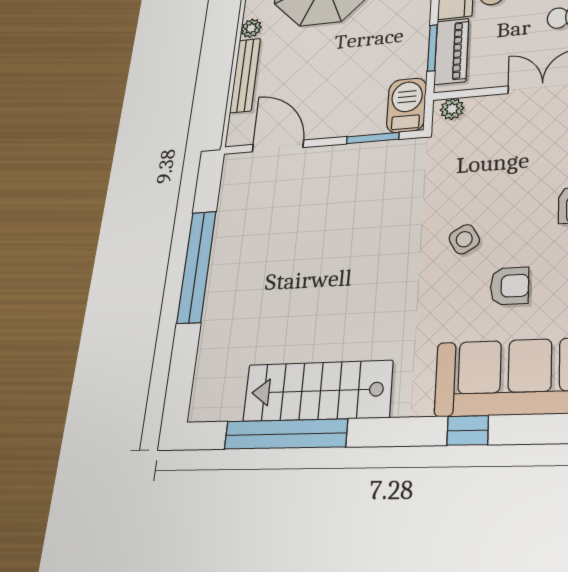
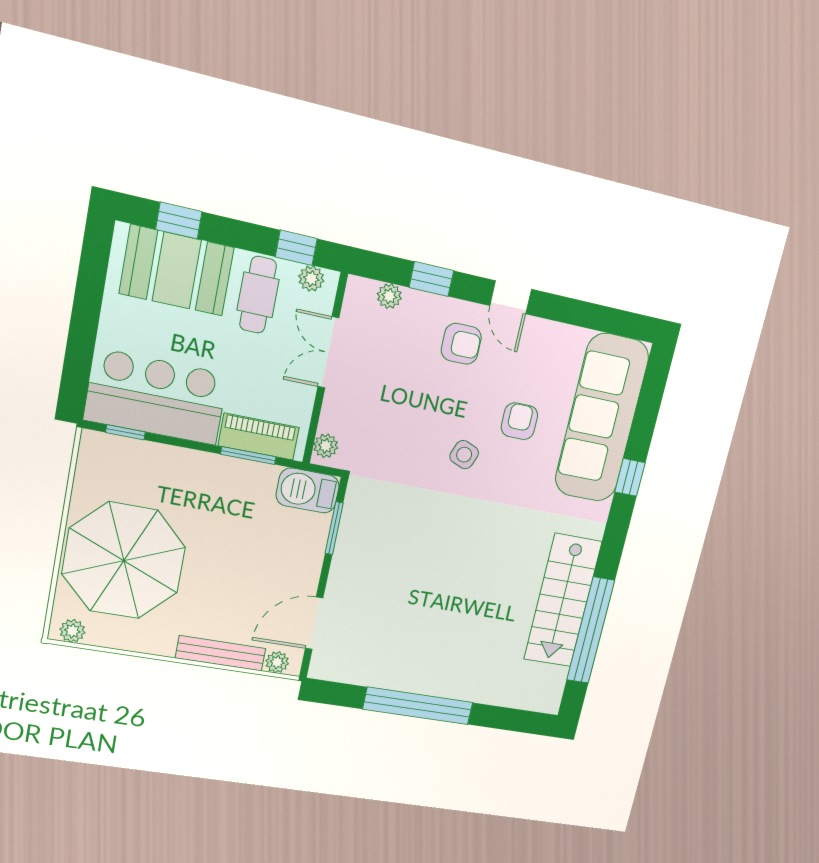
plant: (251, 28) -> (277, 662), moved
side table: (464, 239) -> (464, 455), turned -38

